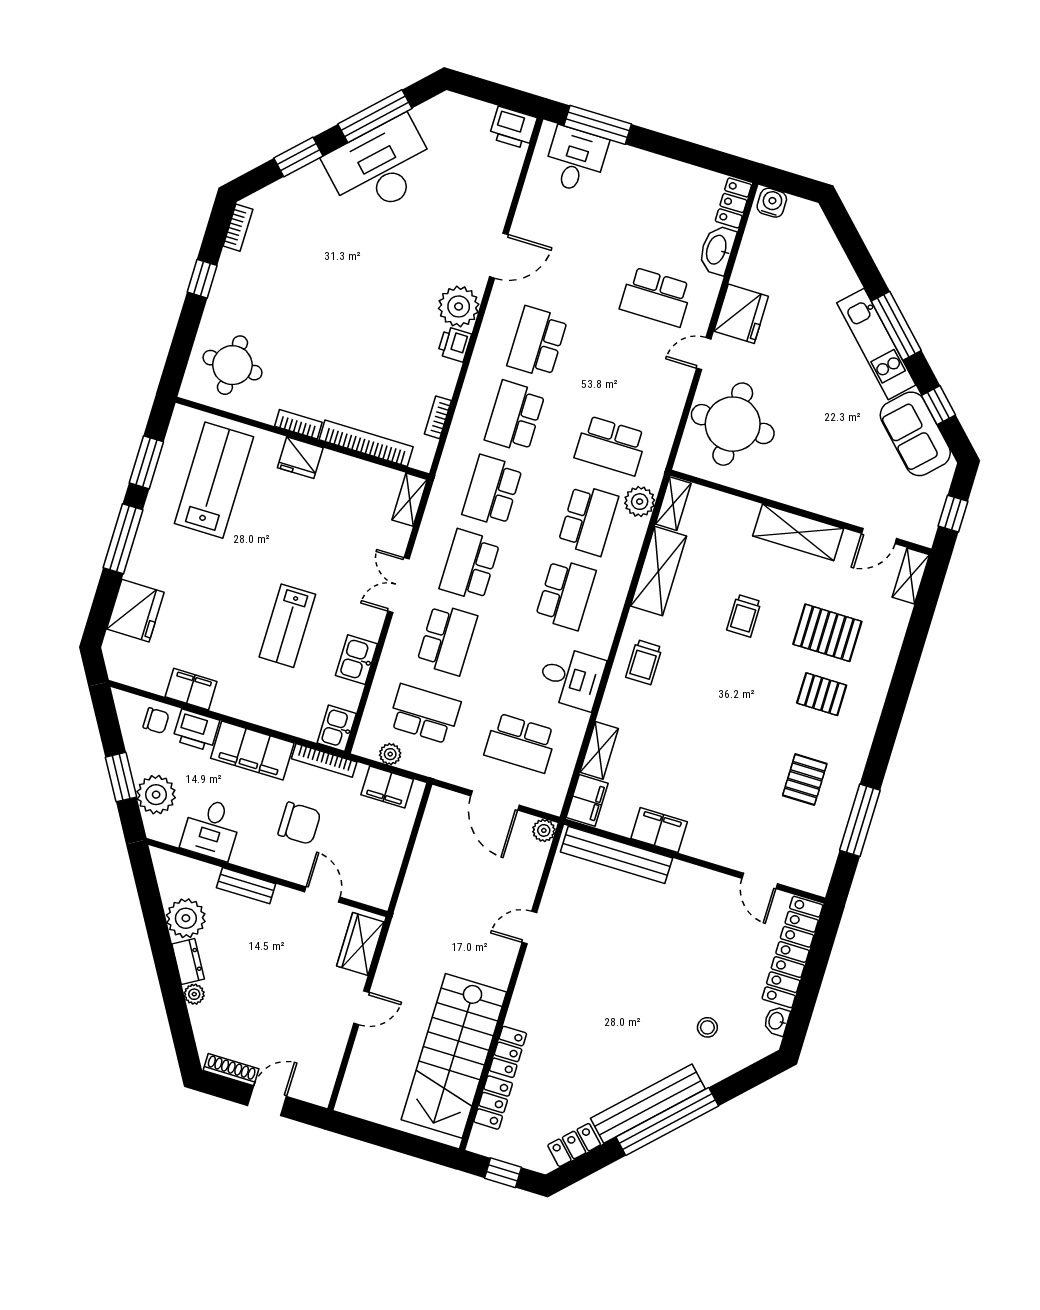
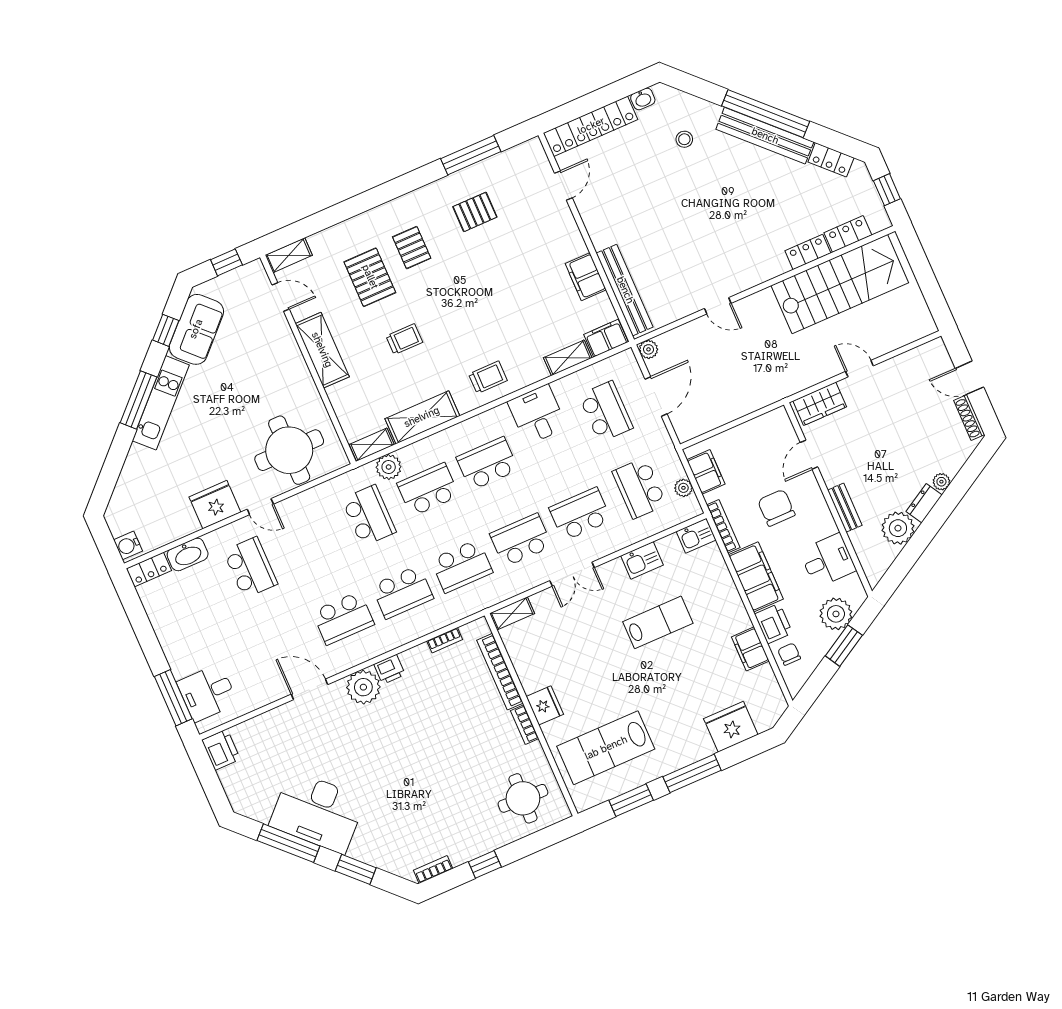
school desk: (470, 565) -> (521, 540), turned 180

